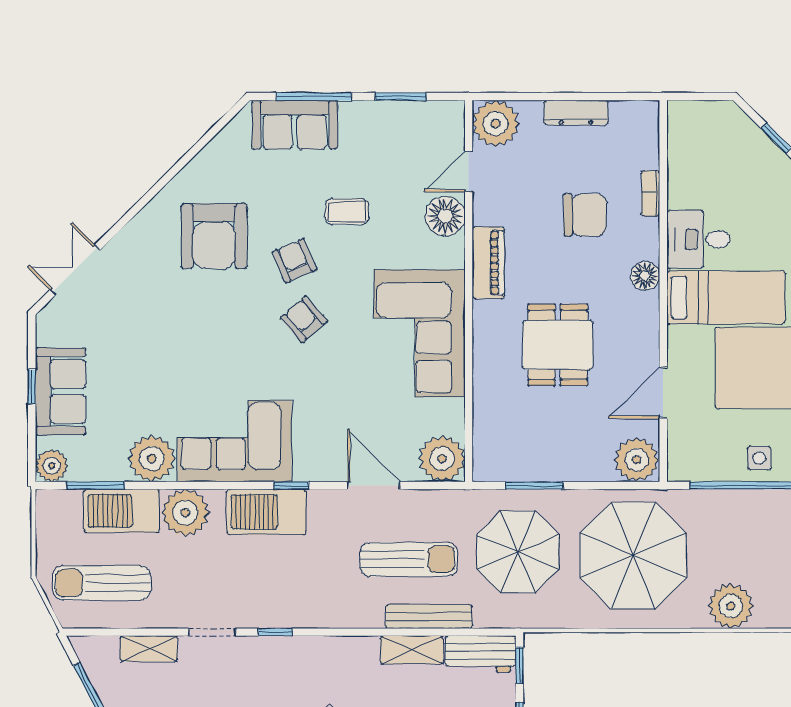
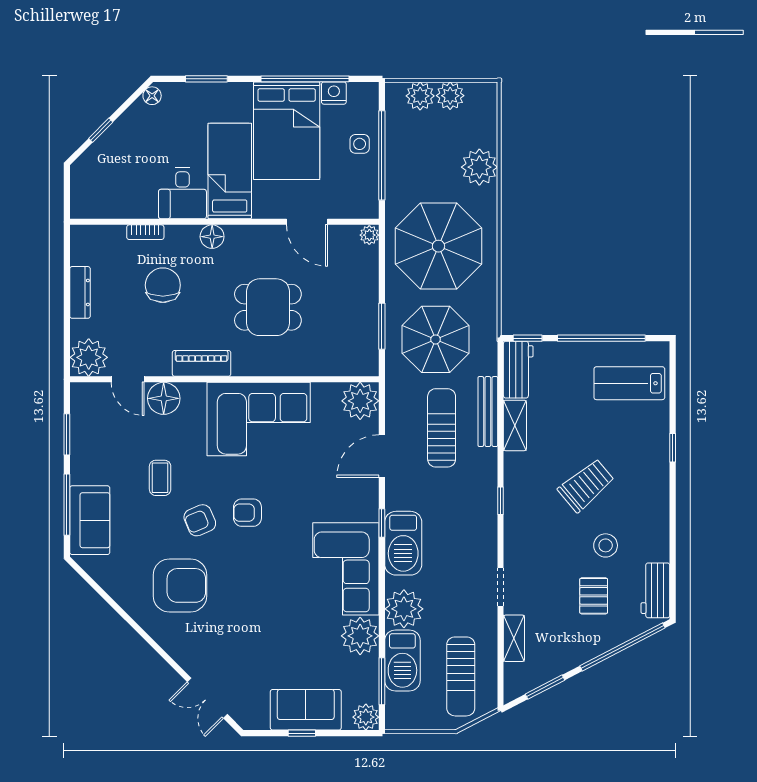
armchair: (304, 319) -> (247, 513), turned 41
plant: (637, 460) -> (369, 235), width x0.53, depth x0.53
window: (275, 632) -> (501, 501), moved

